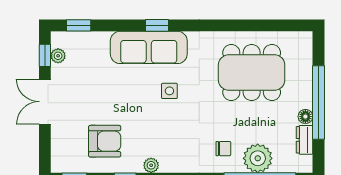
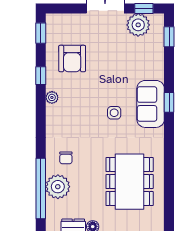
sofa: (149, 47) -> (151, 104), width x0.73
plant: (58, 56) -> (138, 25), width x1.88, depth x1.88

